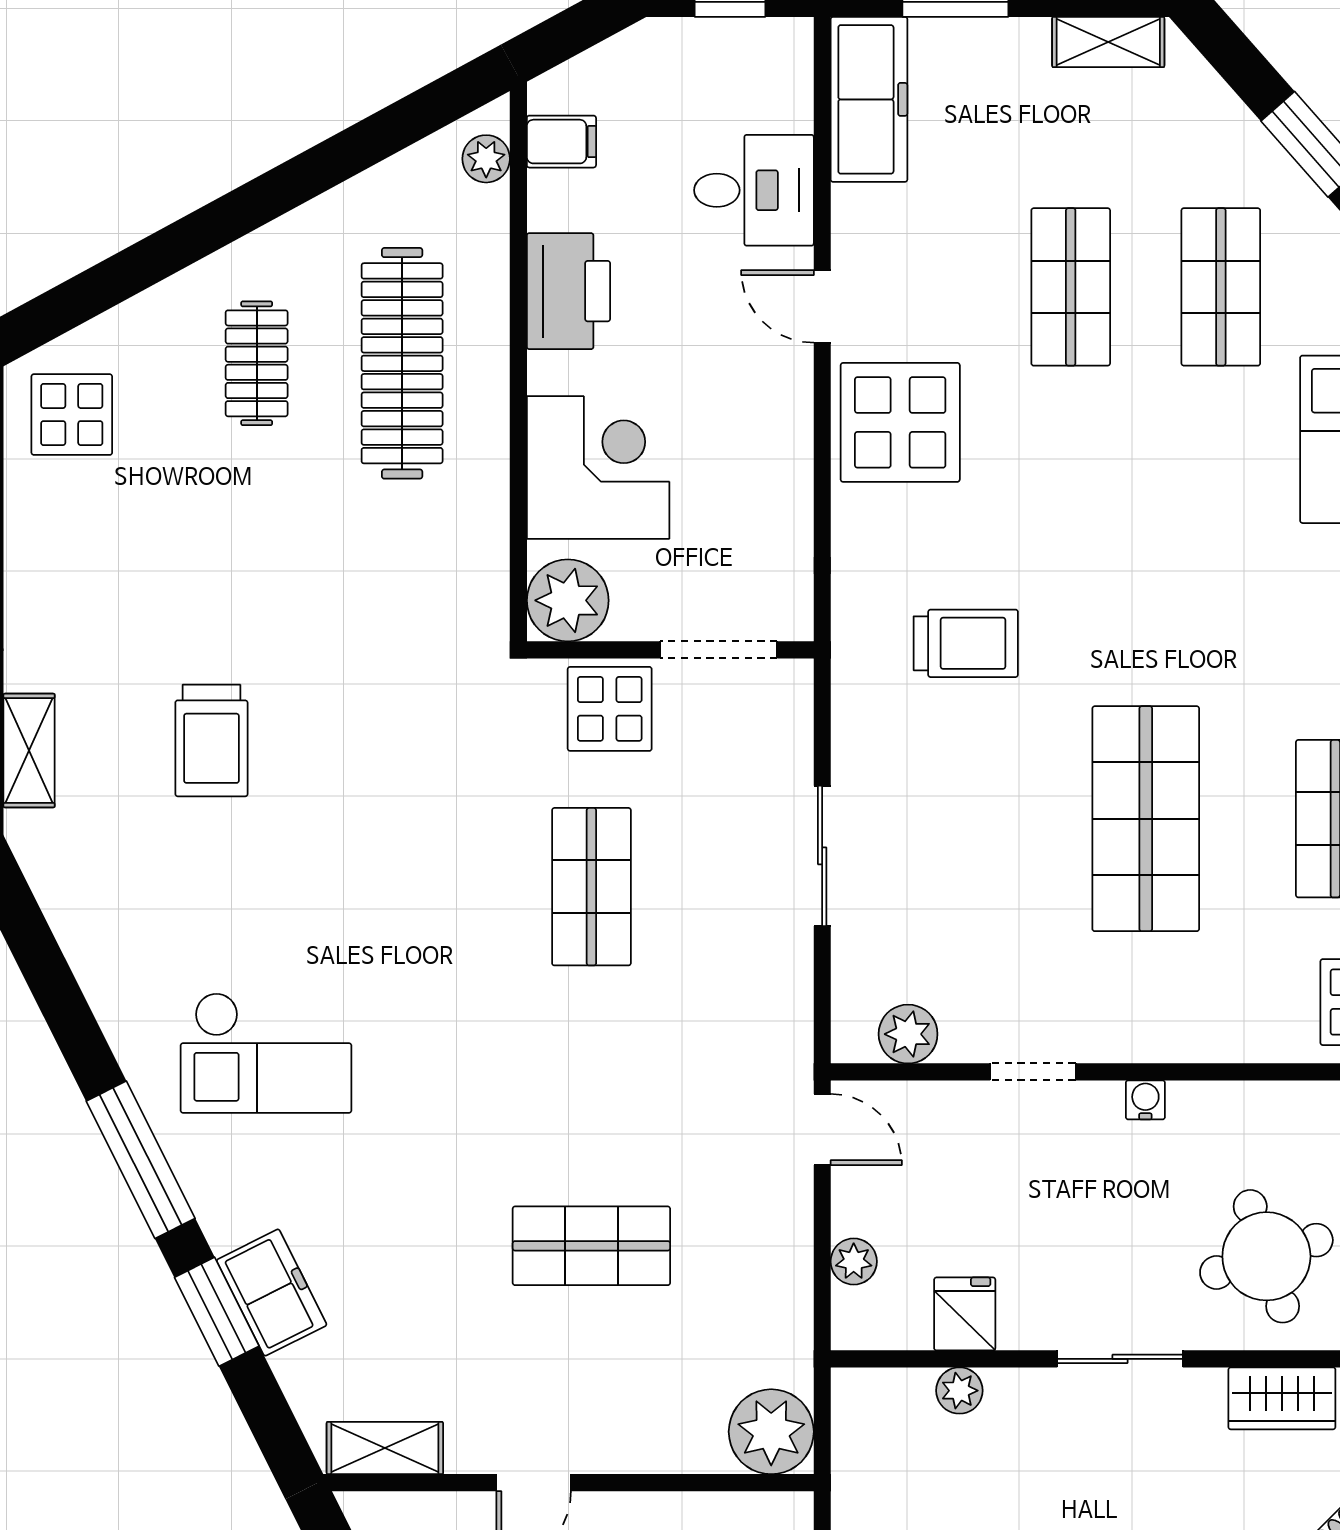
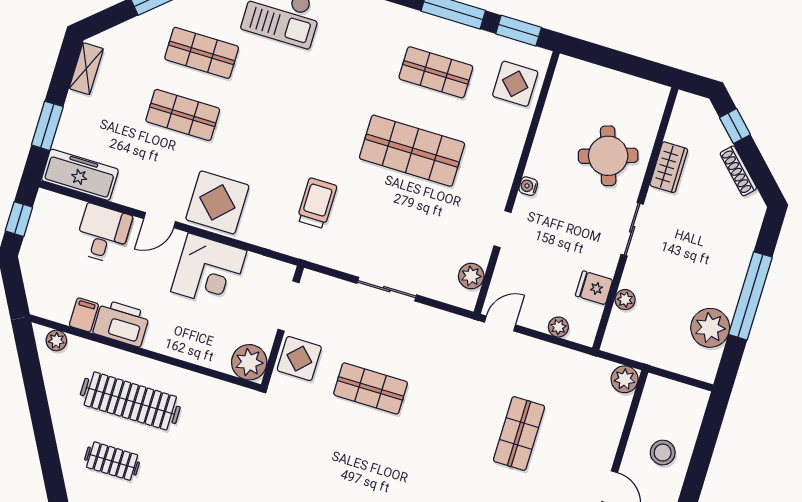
filing cabinet: (561, 142) -> (84, 315), moved
corner desk: (598, 467) -> (209, 271), moved, turned 180
plant: (771, 1432) -> (625, 379), width x0.73, depth x0.73

